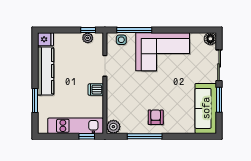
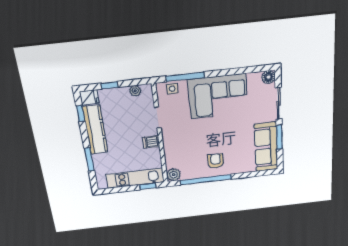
window: (88, 30) -> (109, 85), moved
window: (35, 54) -> (81, 114), added
window: (145, 136) -> (206, 180), width x1.46

